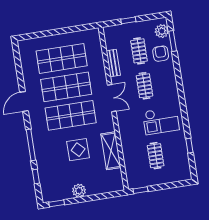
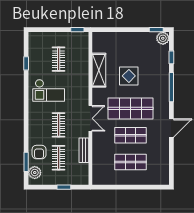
shop shelf: (62, 58) -> (131, 162), width x0.70, depth x0.74
shop shelf: (66, 87) -> (131, 135), width x0.70, depth x0.74
double door: (112, 98) -> (90, 118), swing flipped
checkout: (161, 121) -> (49, 90), turned 180
plant: (79, 191) -> (163, 38), moved

